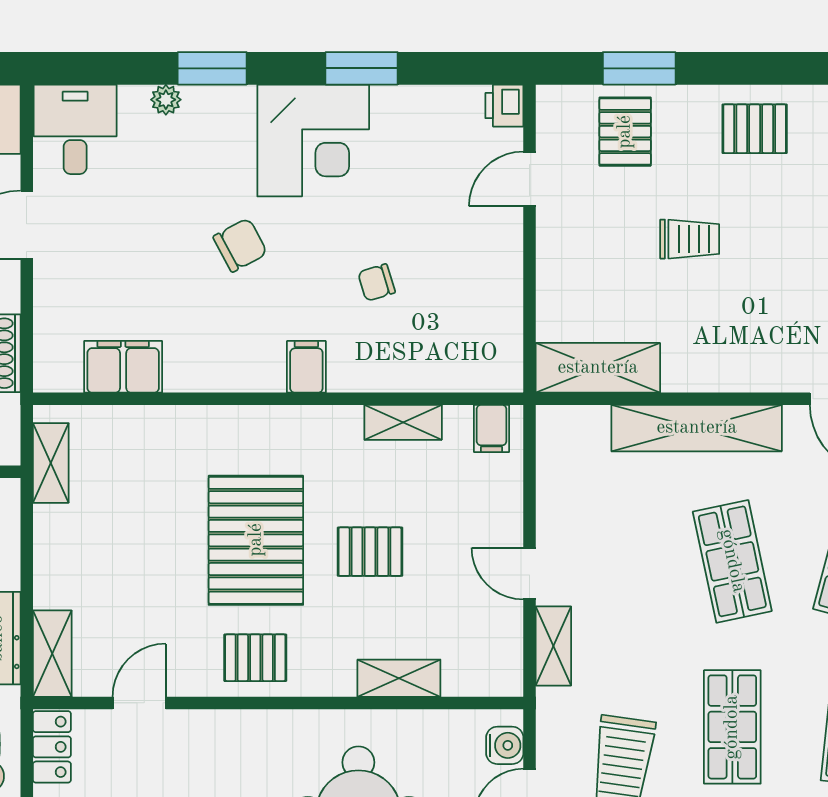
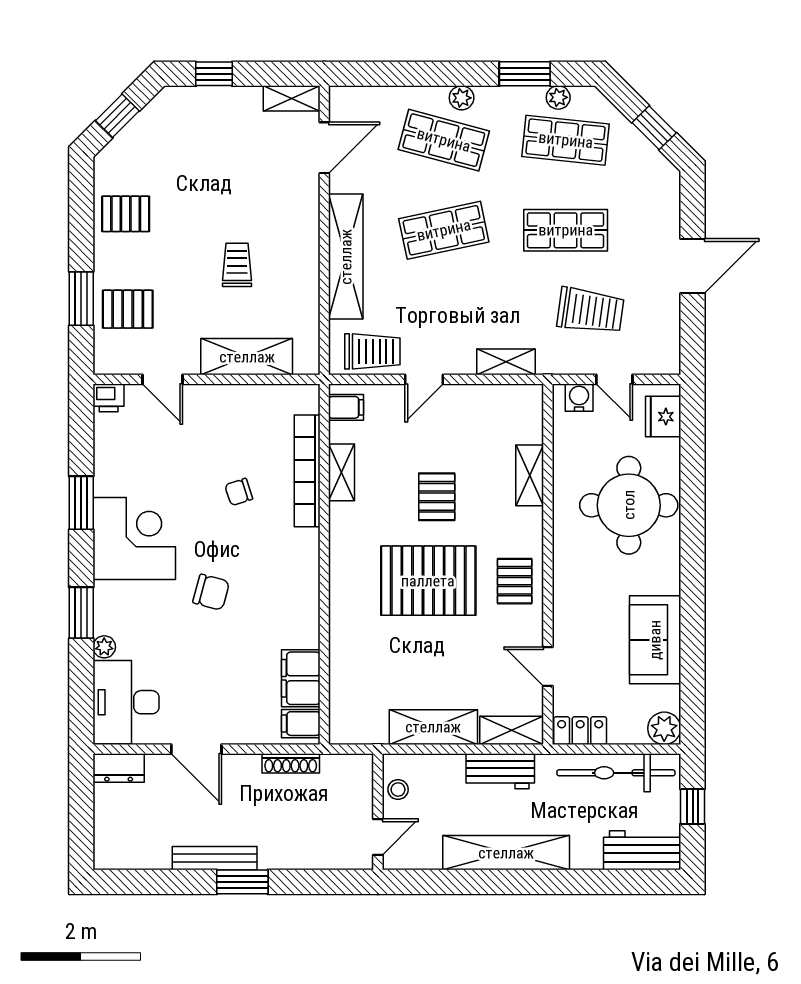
desk: (75, 129) -> (126, 702), width x1.37
pallet: (755, 129) -> (126, 214), turned 90
trolley: (690, 239) -> (237, 265), moved
chair: (240, 245) -> (211, 592), turned 133
chair: (376, 283) -> (239, 492), turned 89
filing cabinet: (306, 367) -> (301, 724), moved
shelving: (598, 368) -> (247, 357), moved, turned 90
bookcase: (405, 375) -> (307, 471), added
shelving: (51, 463) -> (433, 727), moved, width x1.50, depth x1.33
trolley: (568, 464) -> (372, 351), added
door: (530, 574) -> (424, 379), moved

